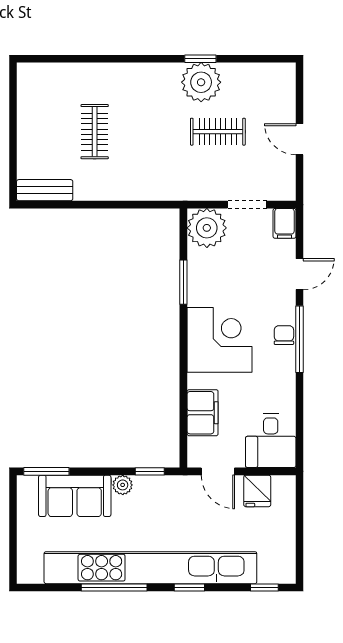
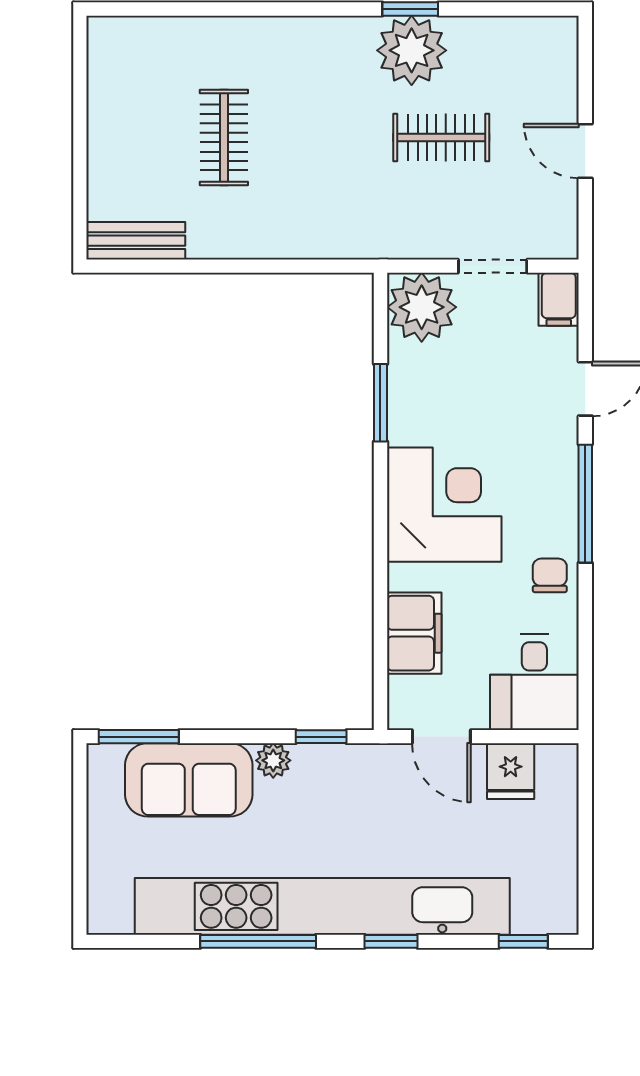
chair: (284, 335) -> (550, 575), moved

